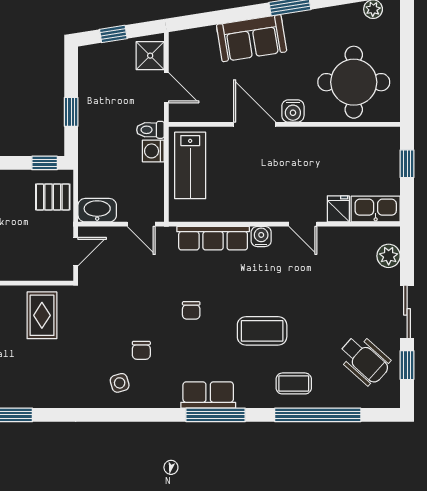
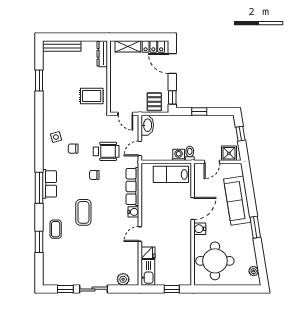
sofa: (252, 38) -> (237, 201), width x1.36
wheelchair: (364, 360) -> (106, 151), moved, turned -132
window: (318, 415) -> (39, 242), width x0.47

